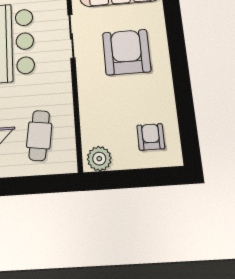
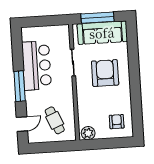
cafe table: (39, 135) -> (55, 120), turned -31

